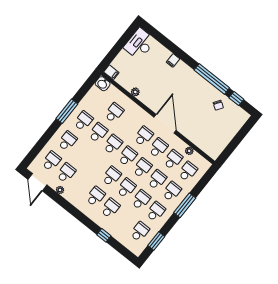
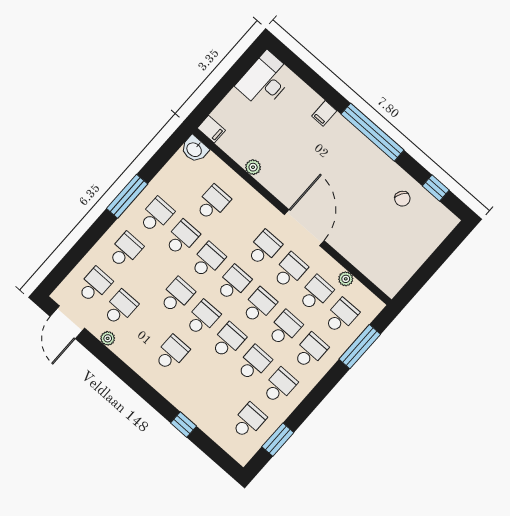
window: (212, 79) -> (372, 132), moved
window: (185, 205) -> (360, 347), moved
school desk: (110, 208) -> (177, 295), moved

